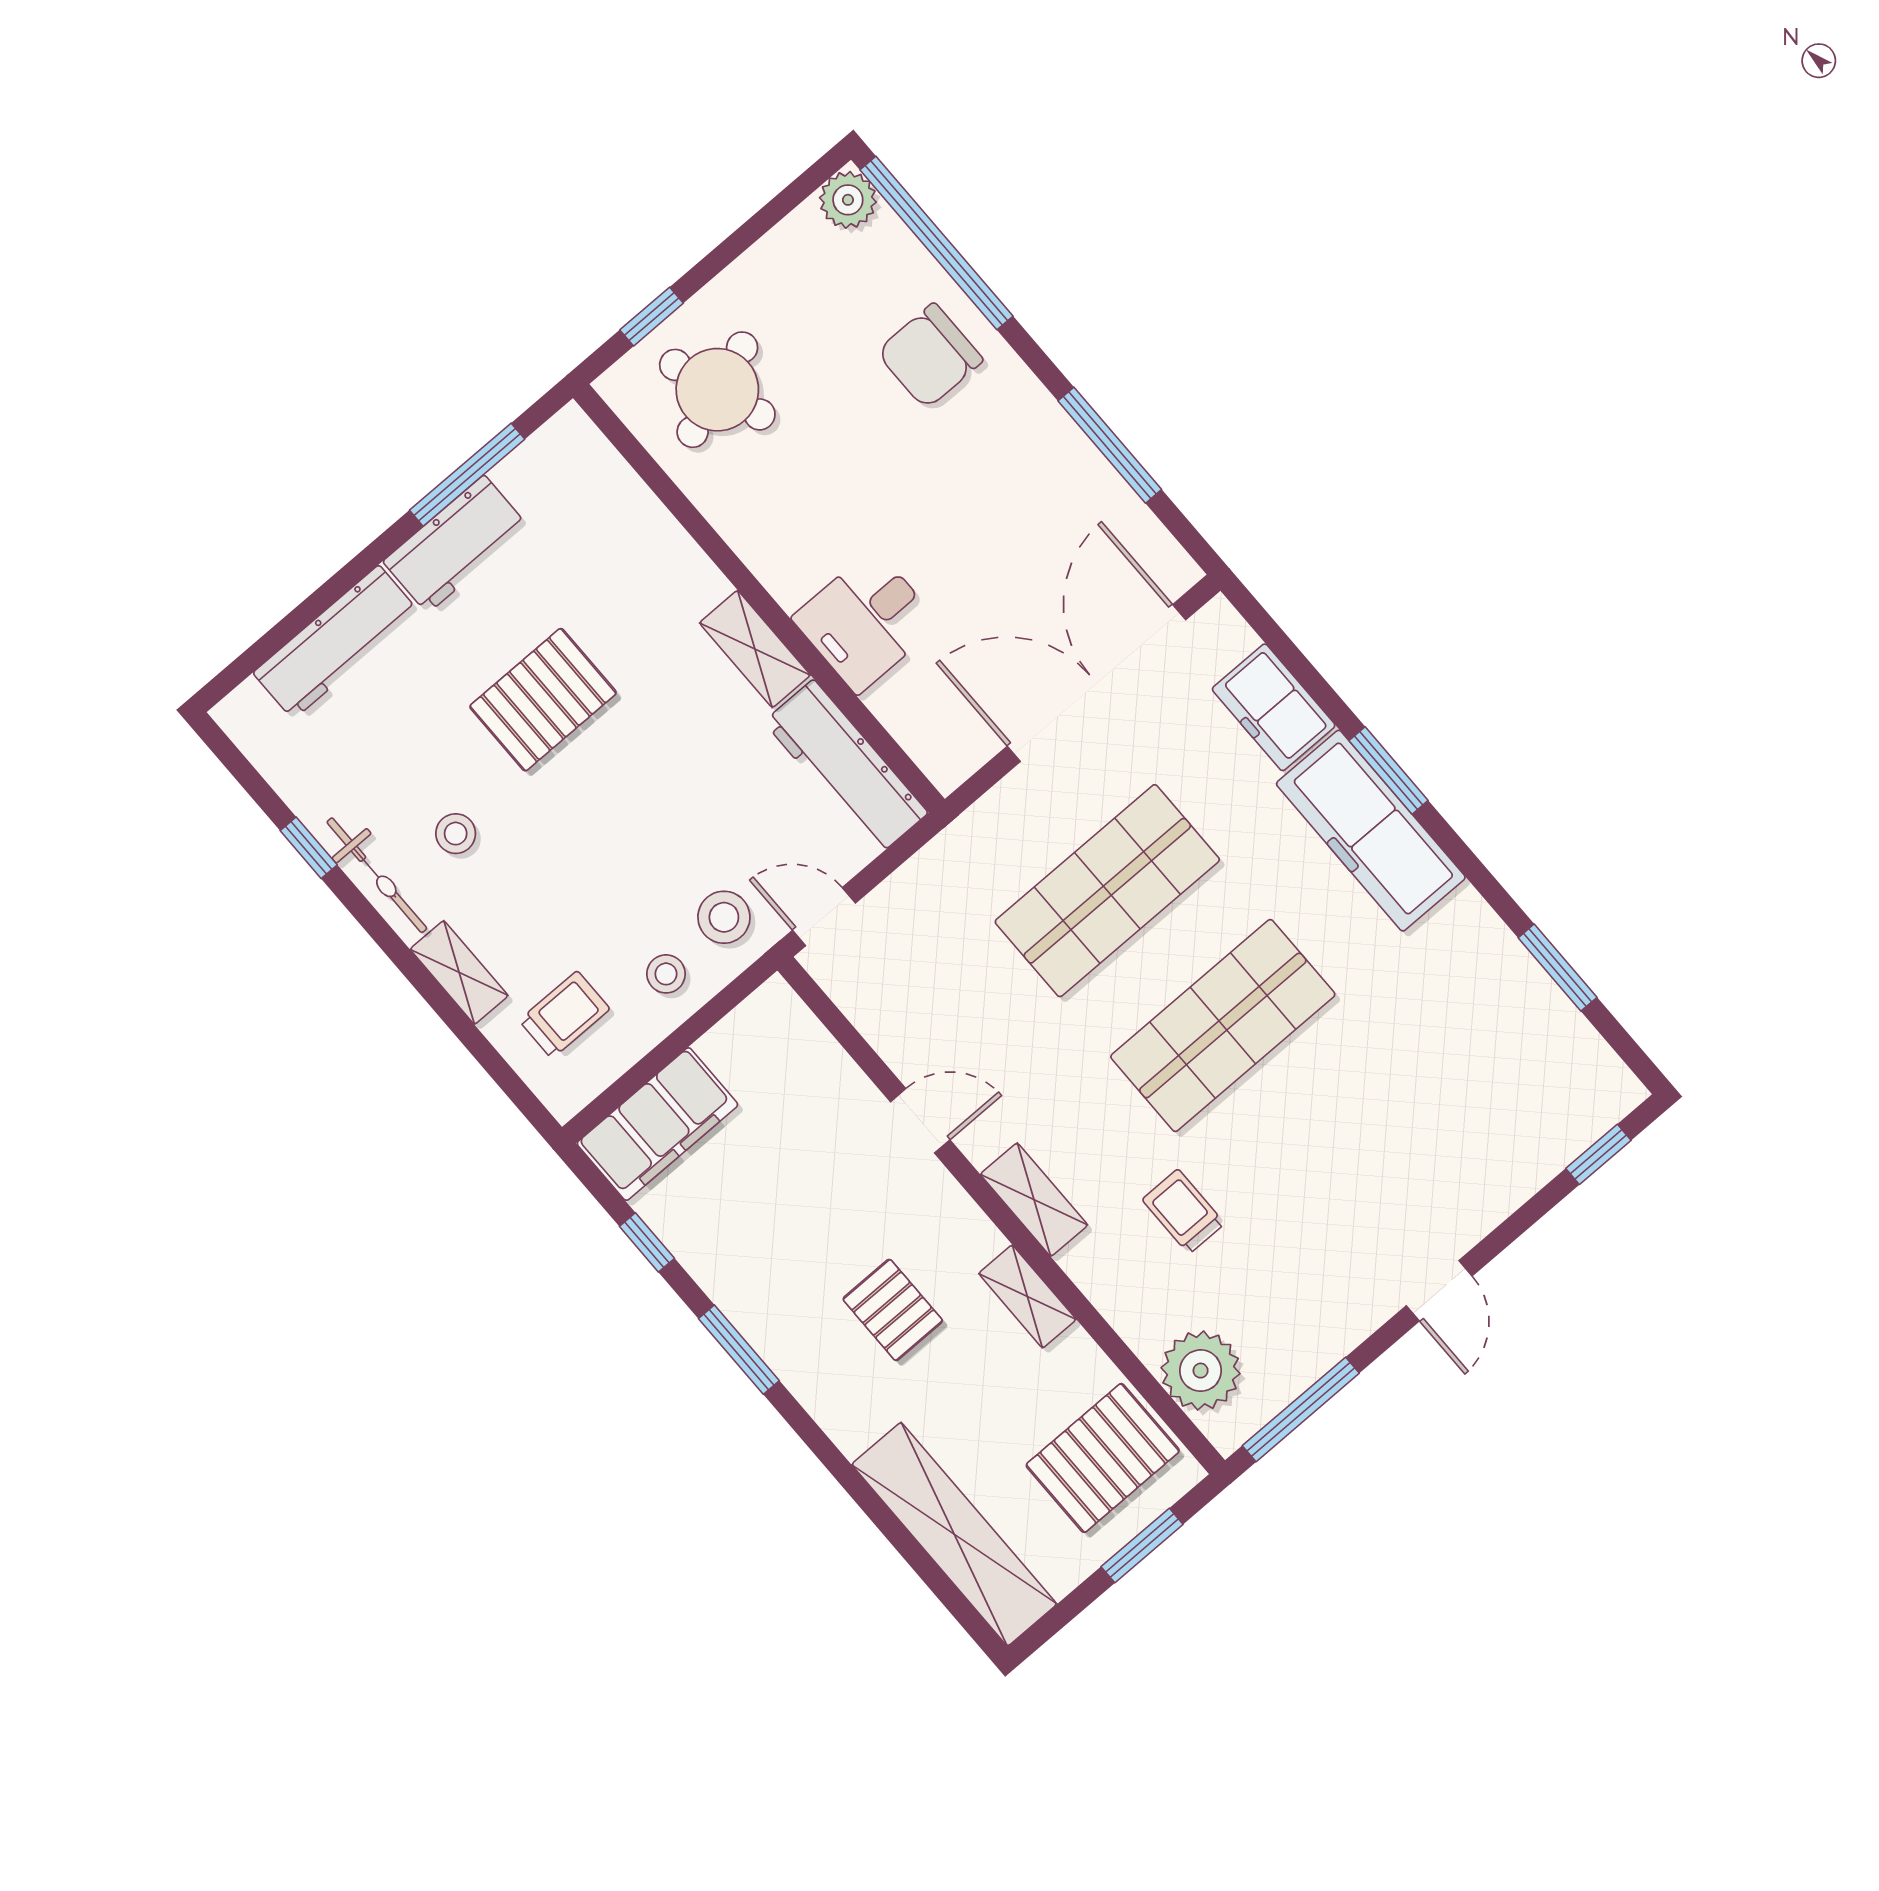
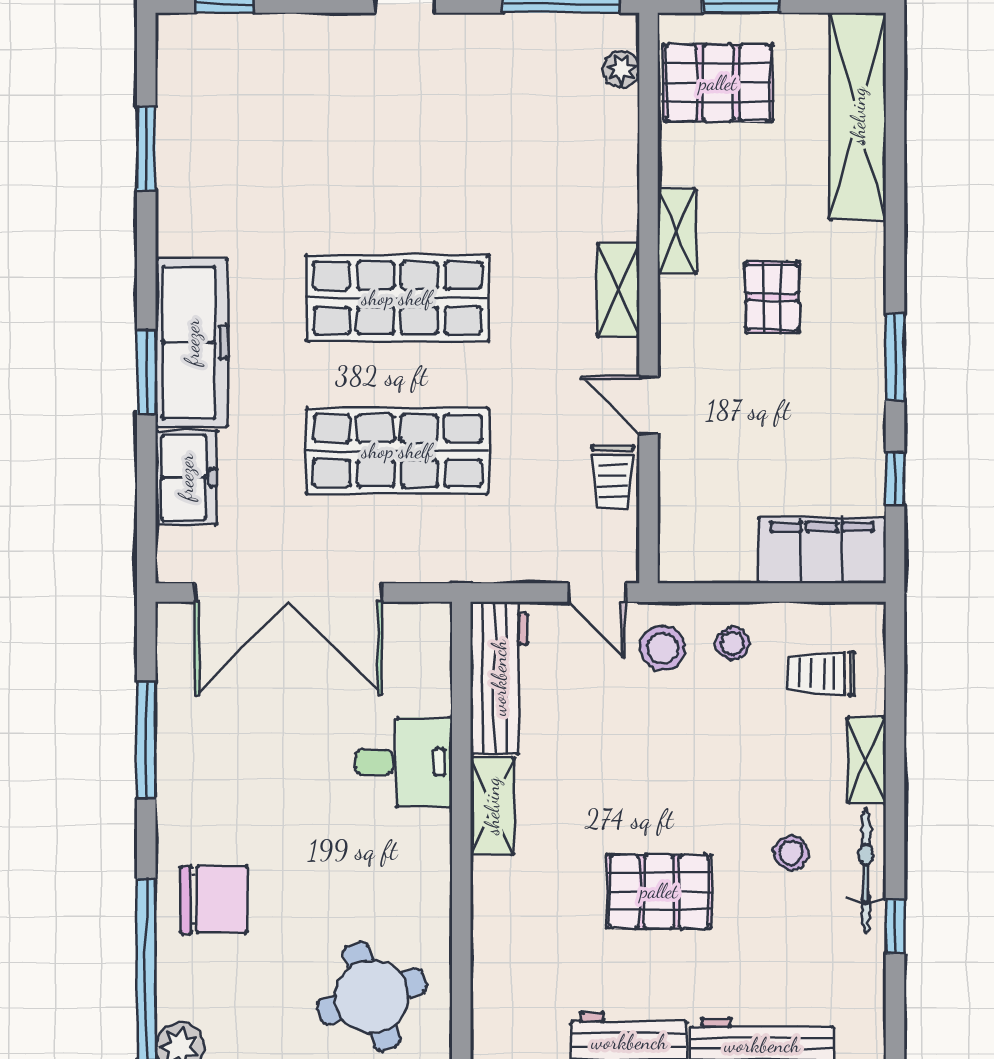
trolley: (1183, 1211) -> (613, 476), moved
plant: (1201, 1371) -> (621, 69), width x0.53, depth x0.53

